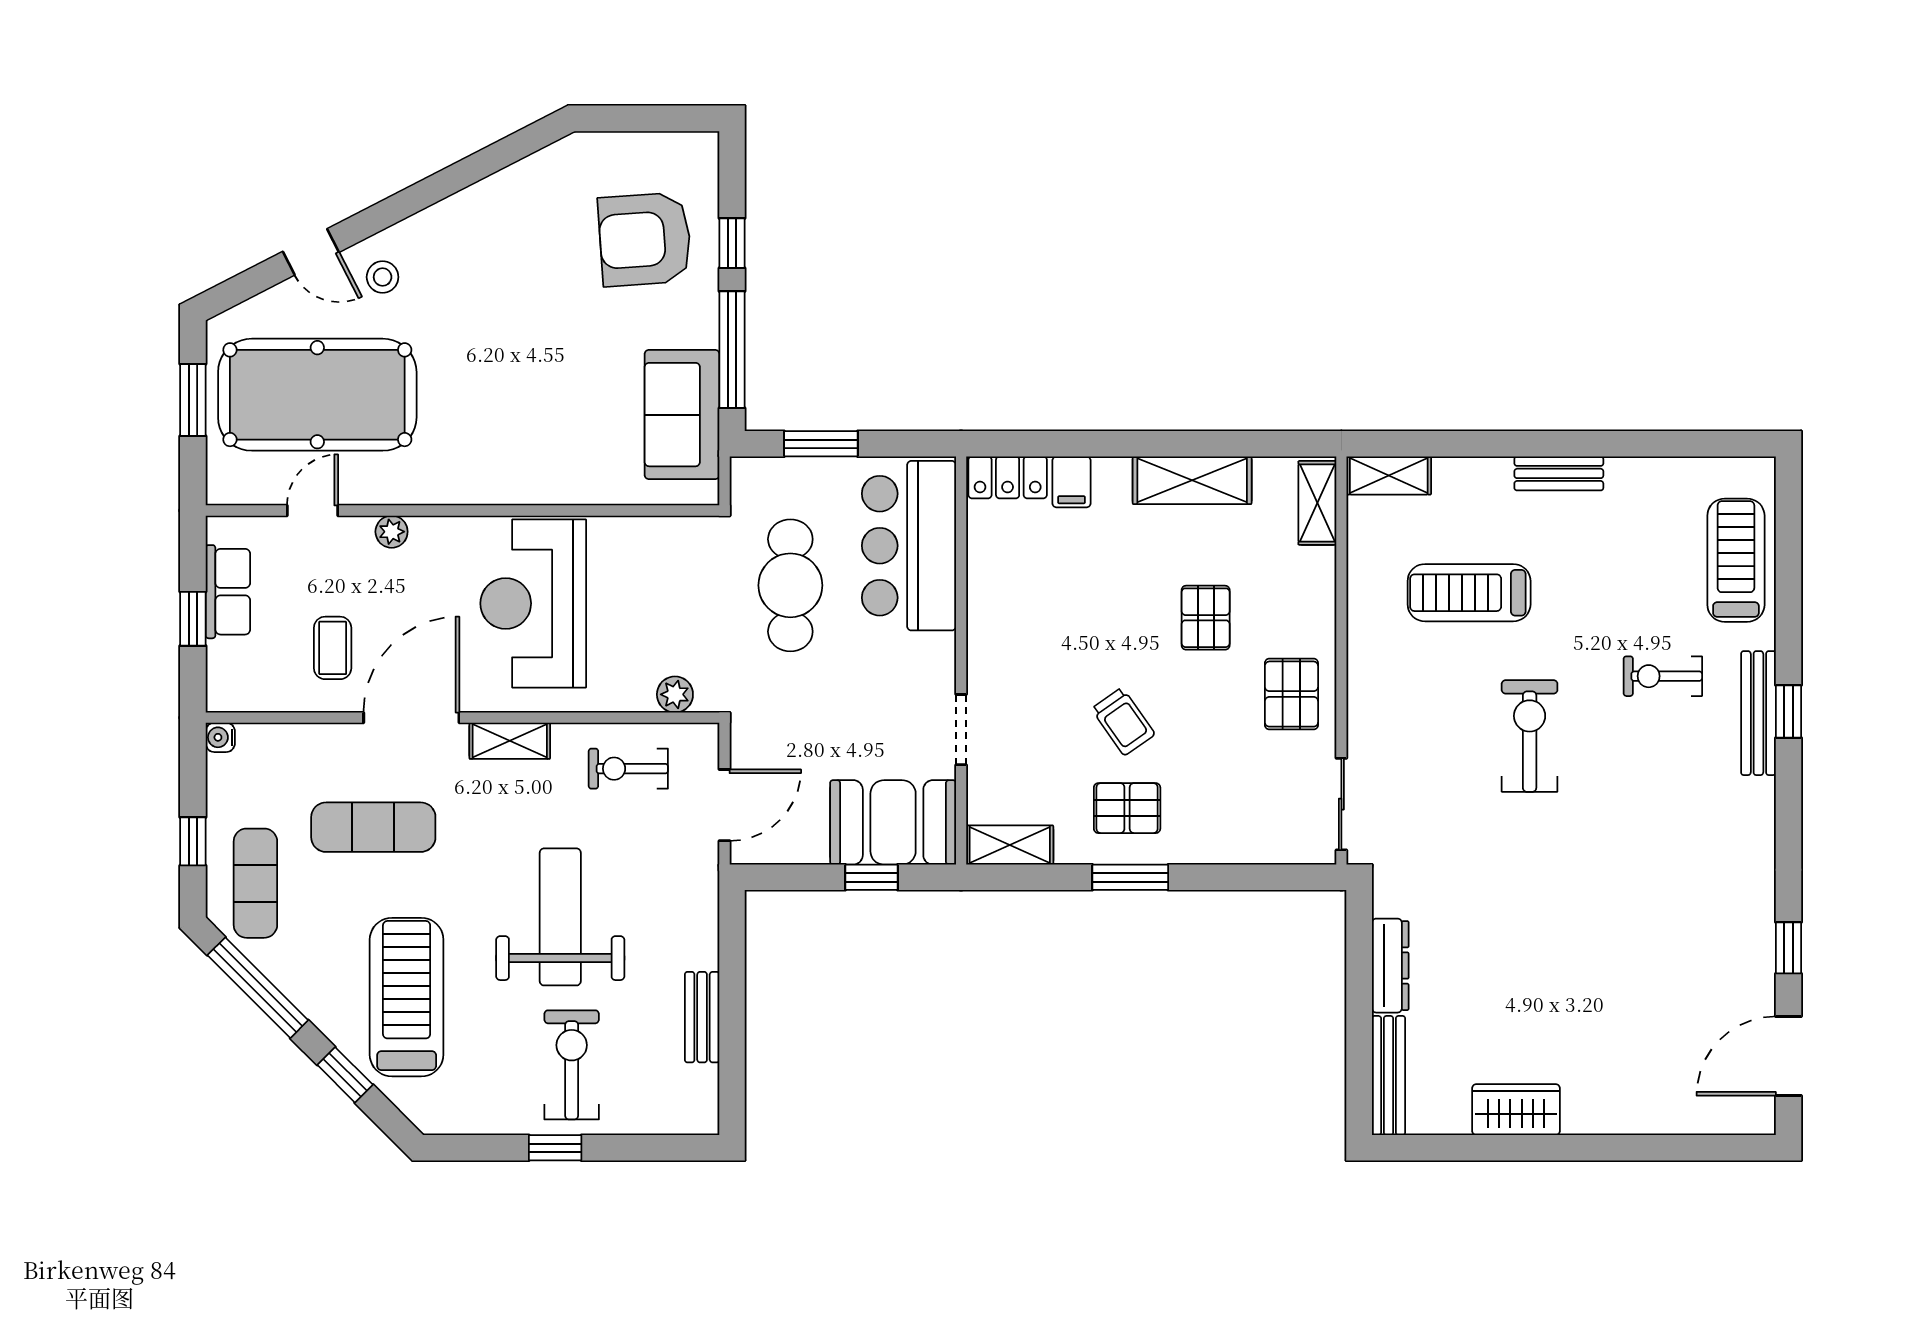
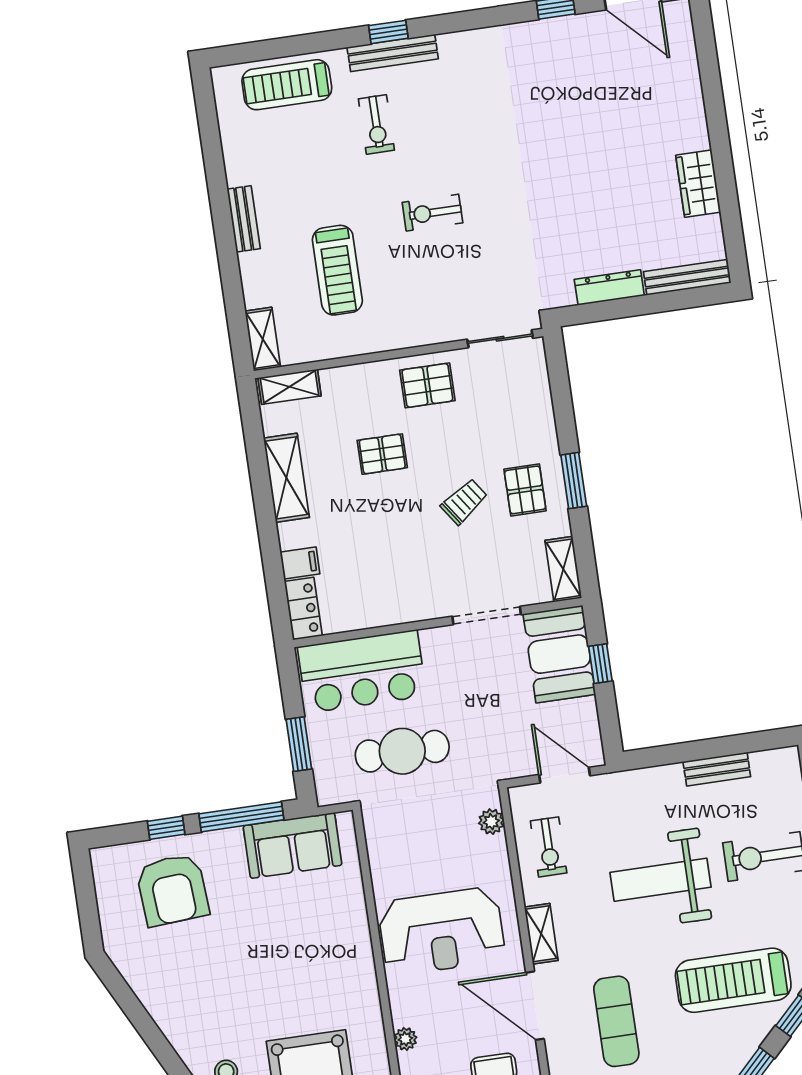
doorway: (961, 730) -> (487, 615), width x1.38
exercise bike: (1530, 736) -> (432, 213), width x0.73, depth x0.72

